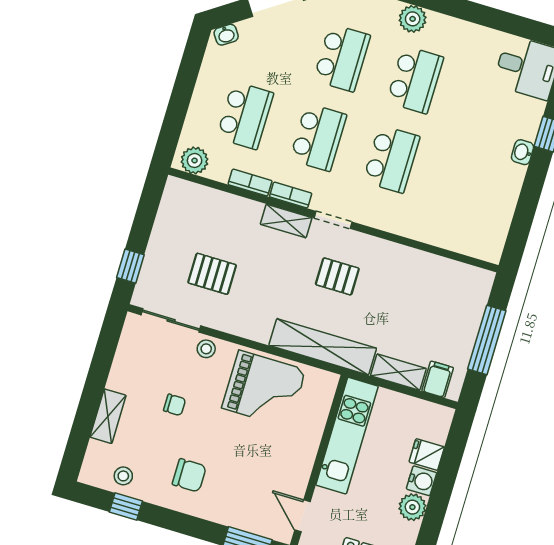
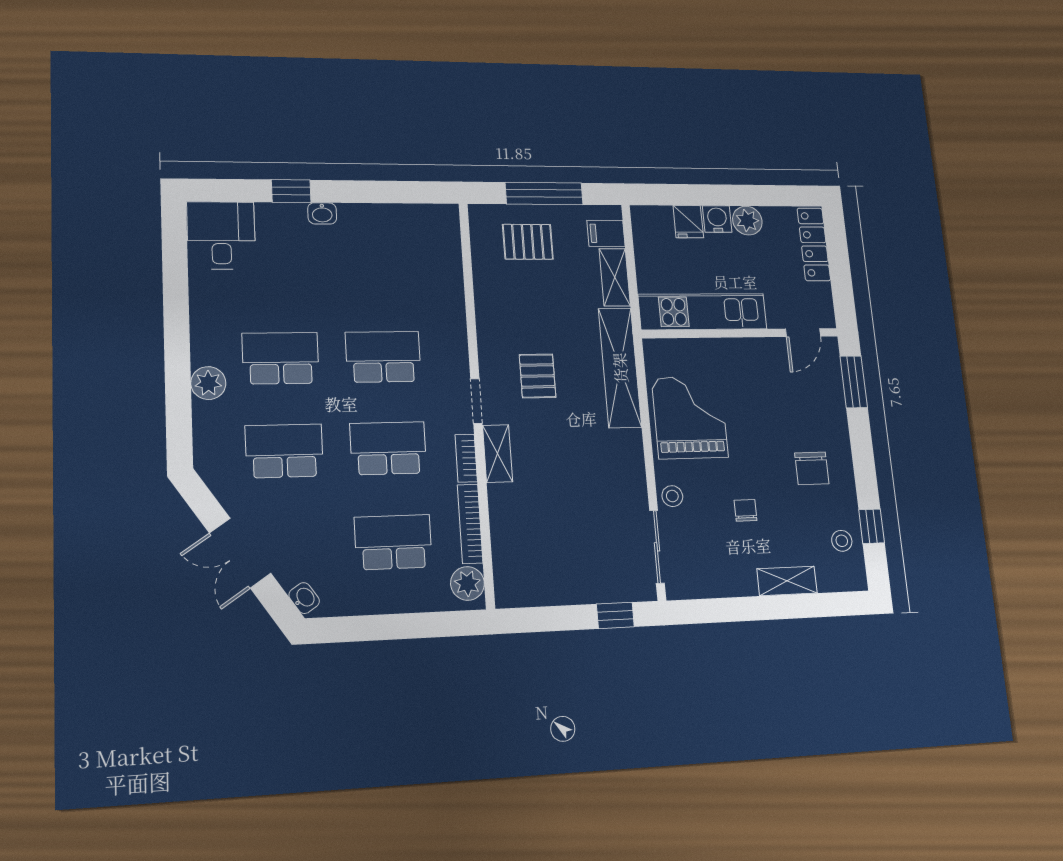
bookcase: (250, 183) -> (470, 524), width x1.56
pallet: (212, 274) -> (528, 242), moved, turned 90
chair: (189, 475) -> (812, 468), turned 180

